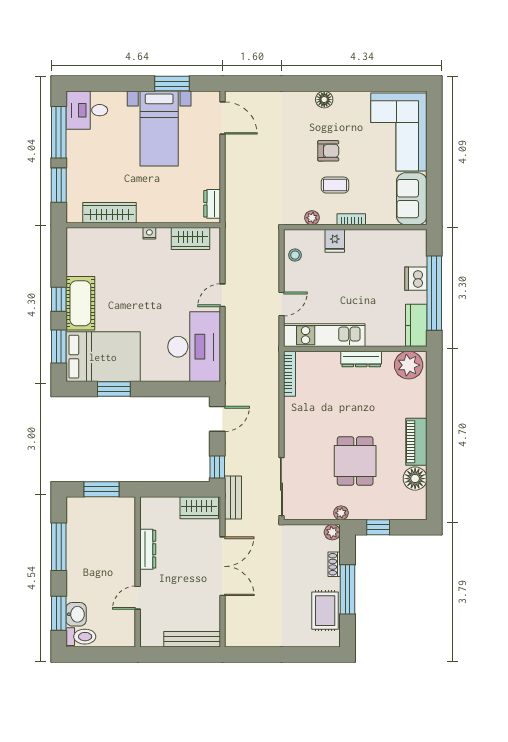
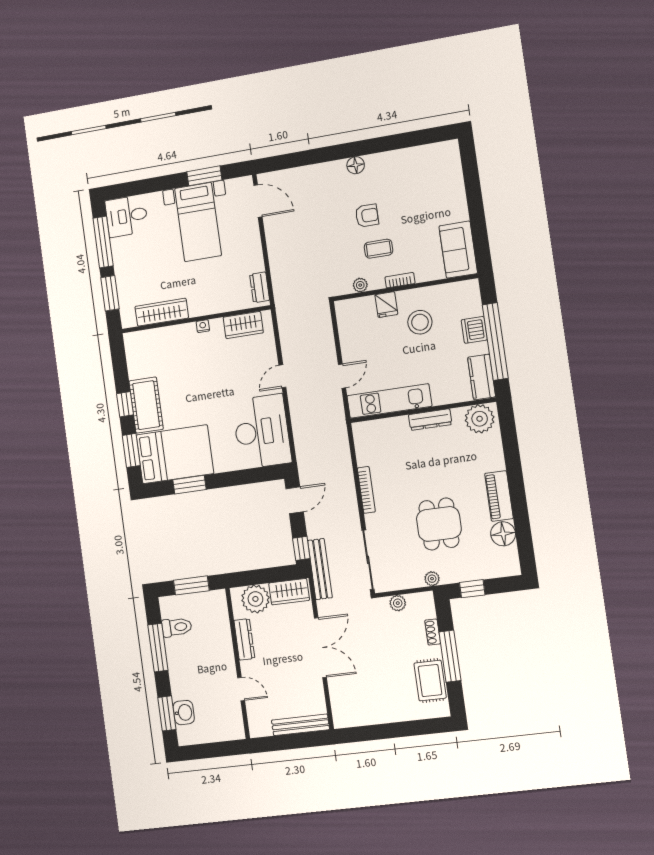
corner sofa: (399, 132) -> (435, 185), removed
stool: (295, 255) -> (420, 322), moved, width x1.89, depth x1.89
bookcase: (289, 374) -> (366, 490), moved
bench: (233, 497) -> (320, 569), width x1.36
plant: (165, 511) -> (255, 599), added
plant: (332, 532) -> (398, 603), moved
door: (138, 598) -> (241, 689), swing flipped
toilet: (81, 637) -> (177, 627), moved

